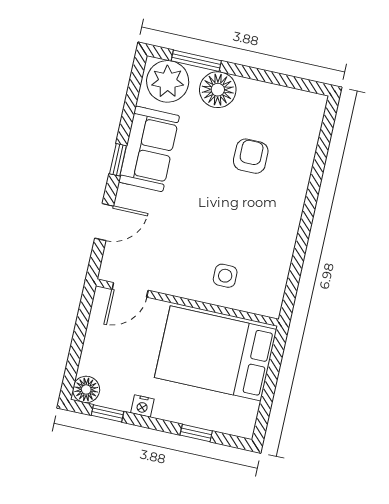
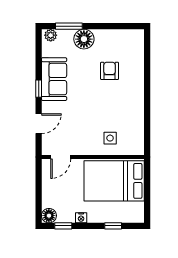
plant: (168, 81) -> (51, 35), width x0.53, depth x0.53

